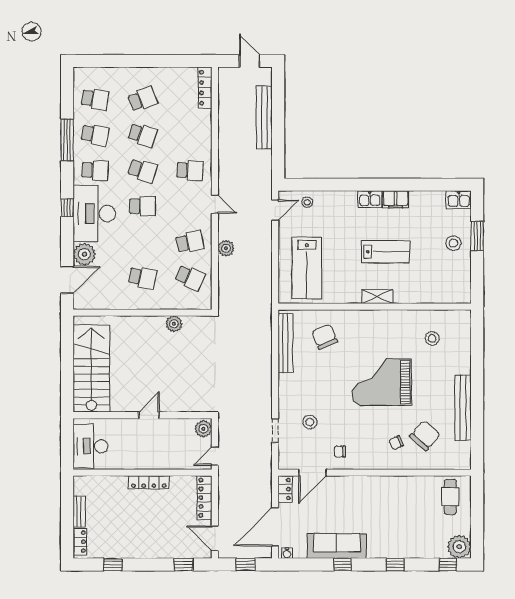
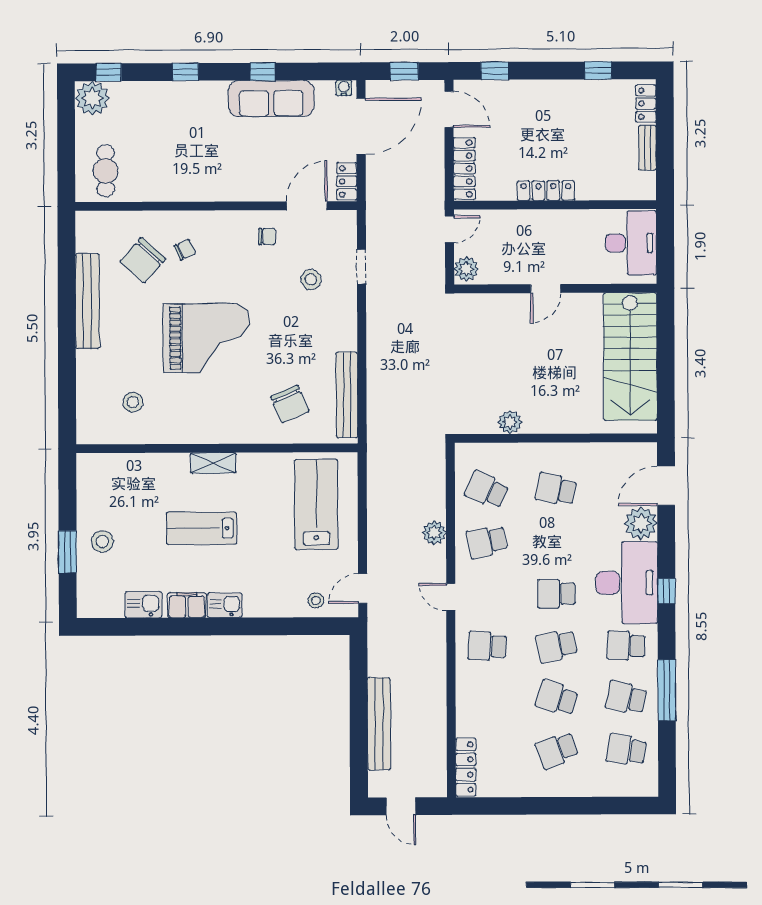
school desk: (143, 170) -> (557, 646), turned -30
kitchen sink: (459, 200) -> (143, 605), moved

